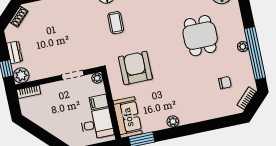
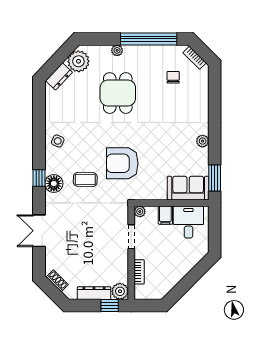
dining table: (200, 36) -> (118, 93), turned 90
plant: (243, 47) -> (117, 50), moved
dresser: (15, 52) -> (94, 293), width x1.44
armchair: (135, 68) -> (122, 163), moved
bookcase: (29, 92) -> (139, 272), moved

